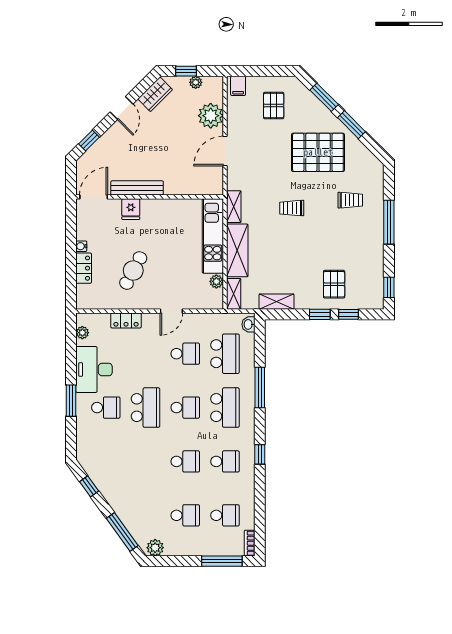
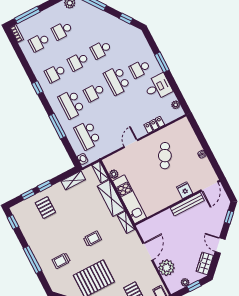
locker: (84, 268) -> (194, 142), removed
school desk: (185, 354) -> (101, 50), moved
desk: (94, 370) -> (158, 87), width x0.73

